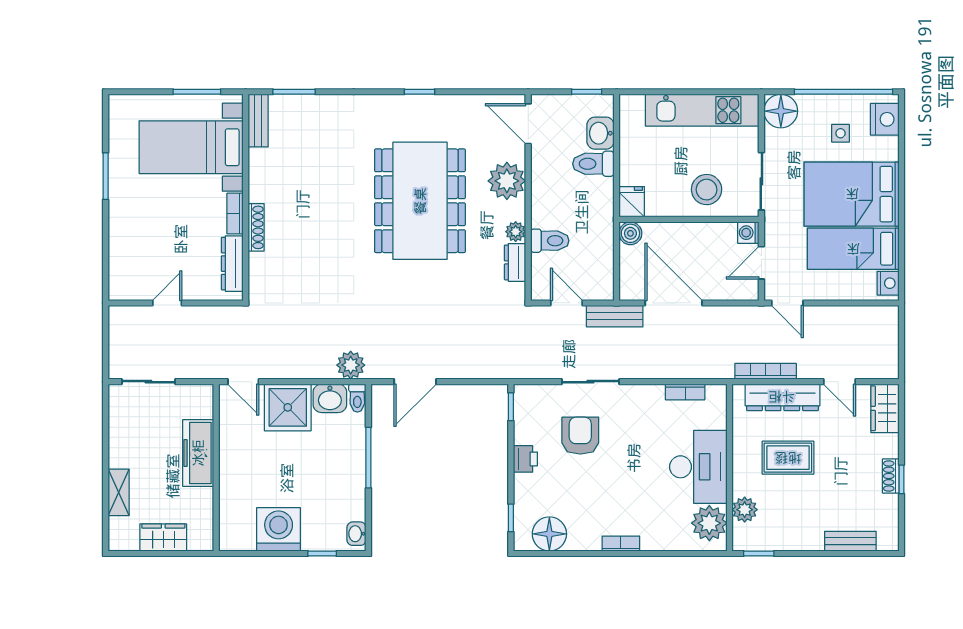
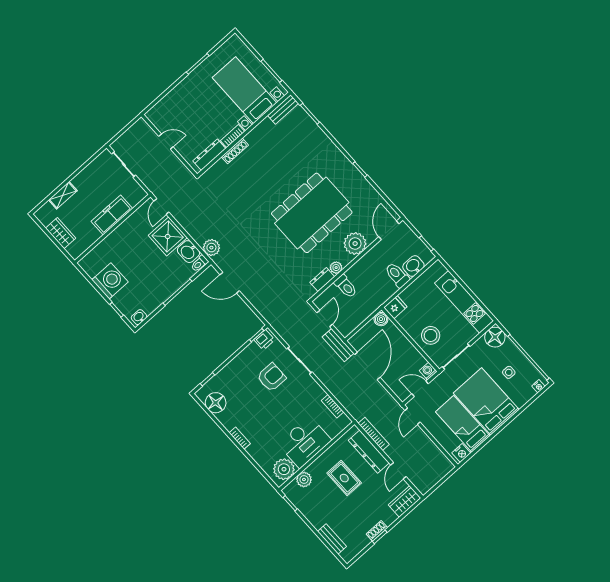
nightstand: (885, 119) -> (538, 386), width x0.53, depth x0.56
printer: (525, 459) -> (264, 340), moved

